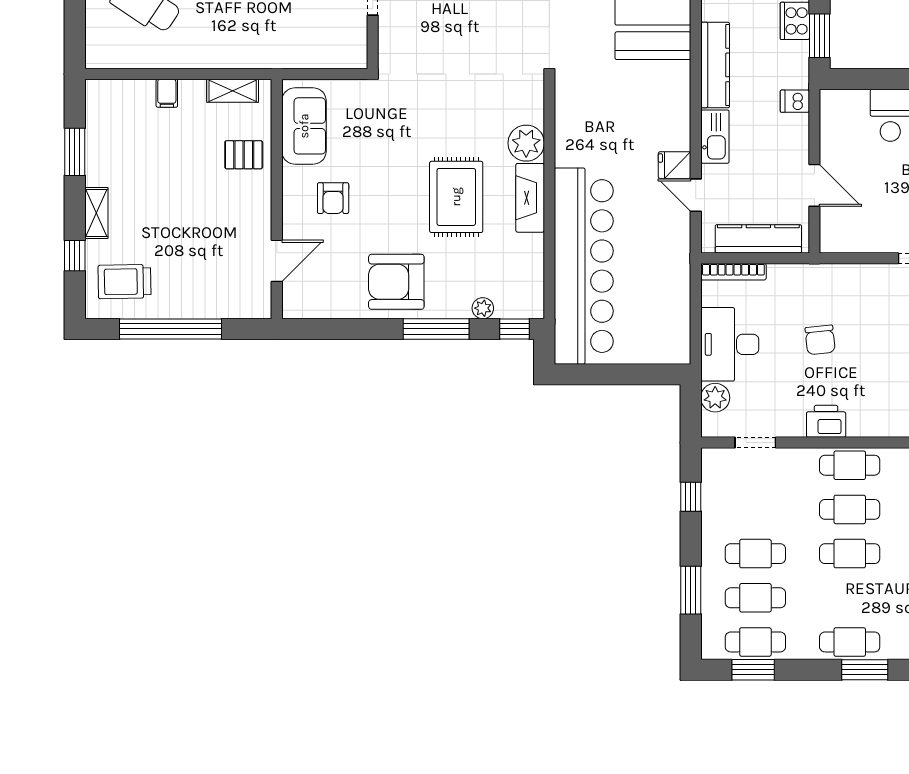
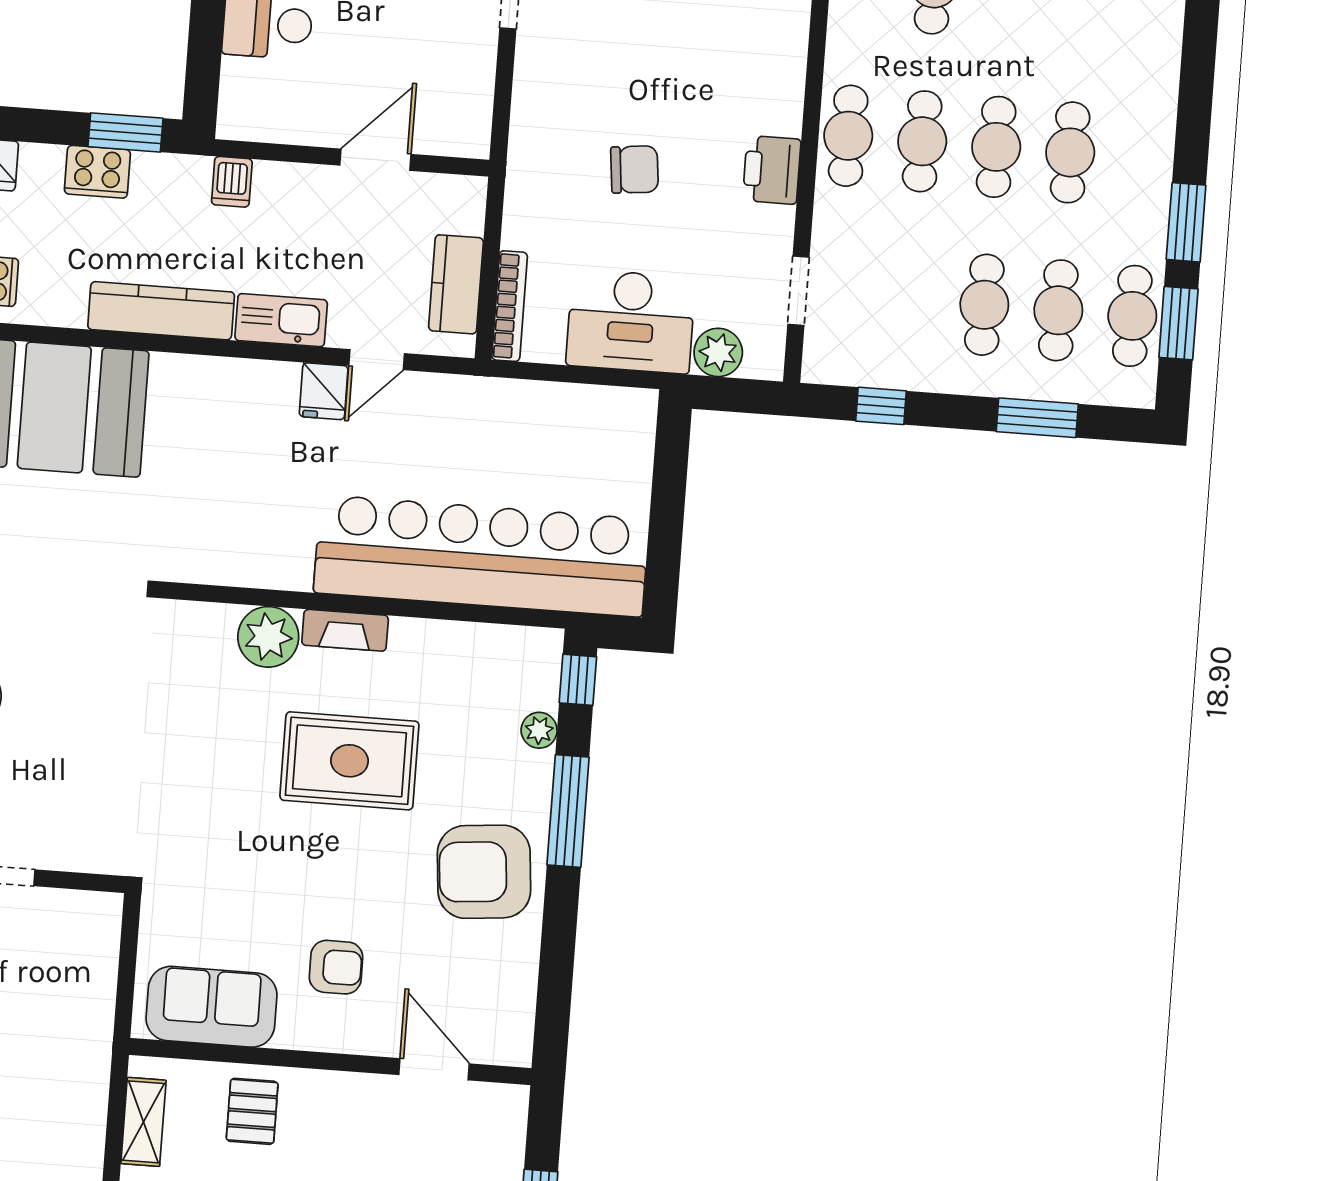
fireplace: (530, 198) -> (345, 630), width x0.73, depth x0.76
kitchen counter: (758, 239) -> (456, 284), width x0.67
armchair: (396, 282) -> (484, 872), turned 85
cafe table: (850, 642) -> (1070, 152), moved
window: (865, 670) -> (1186, 222), moved

